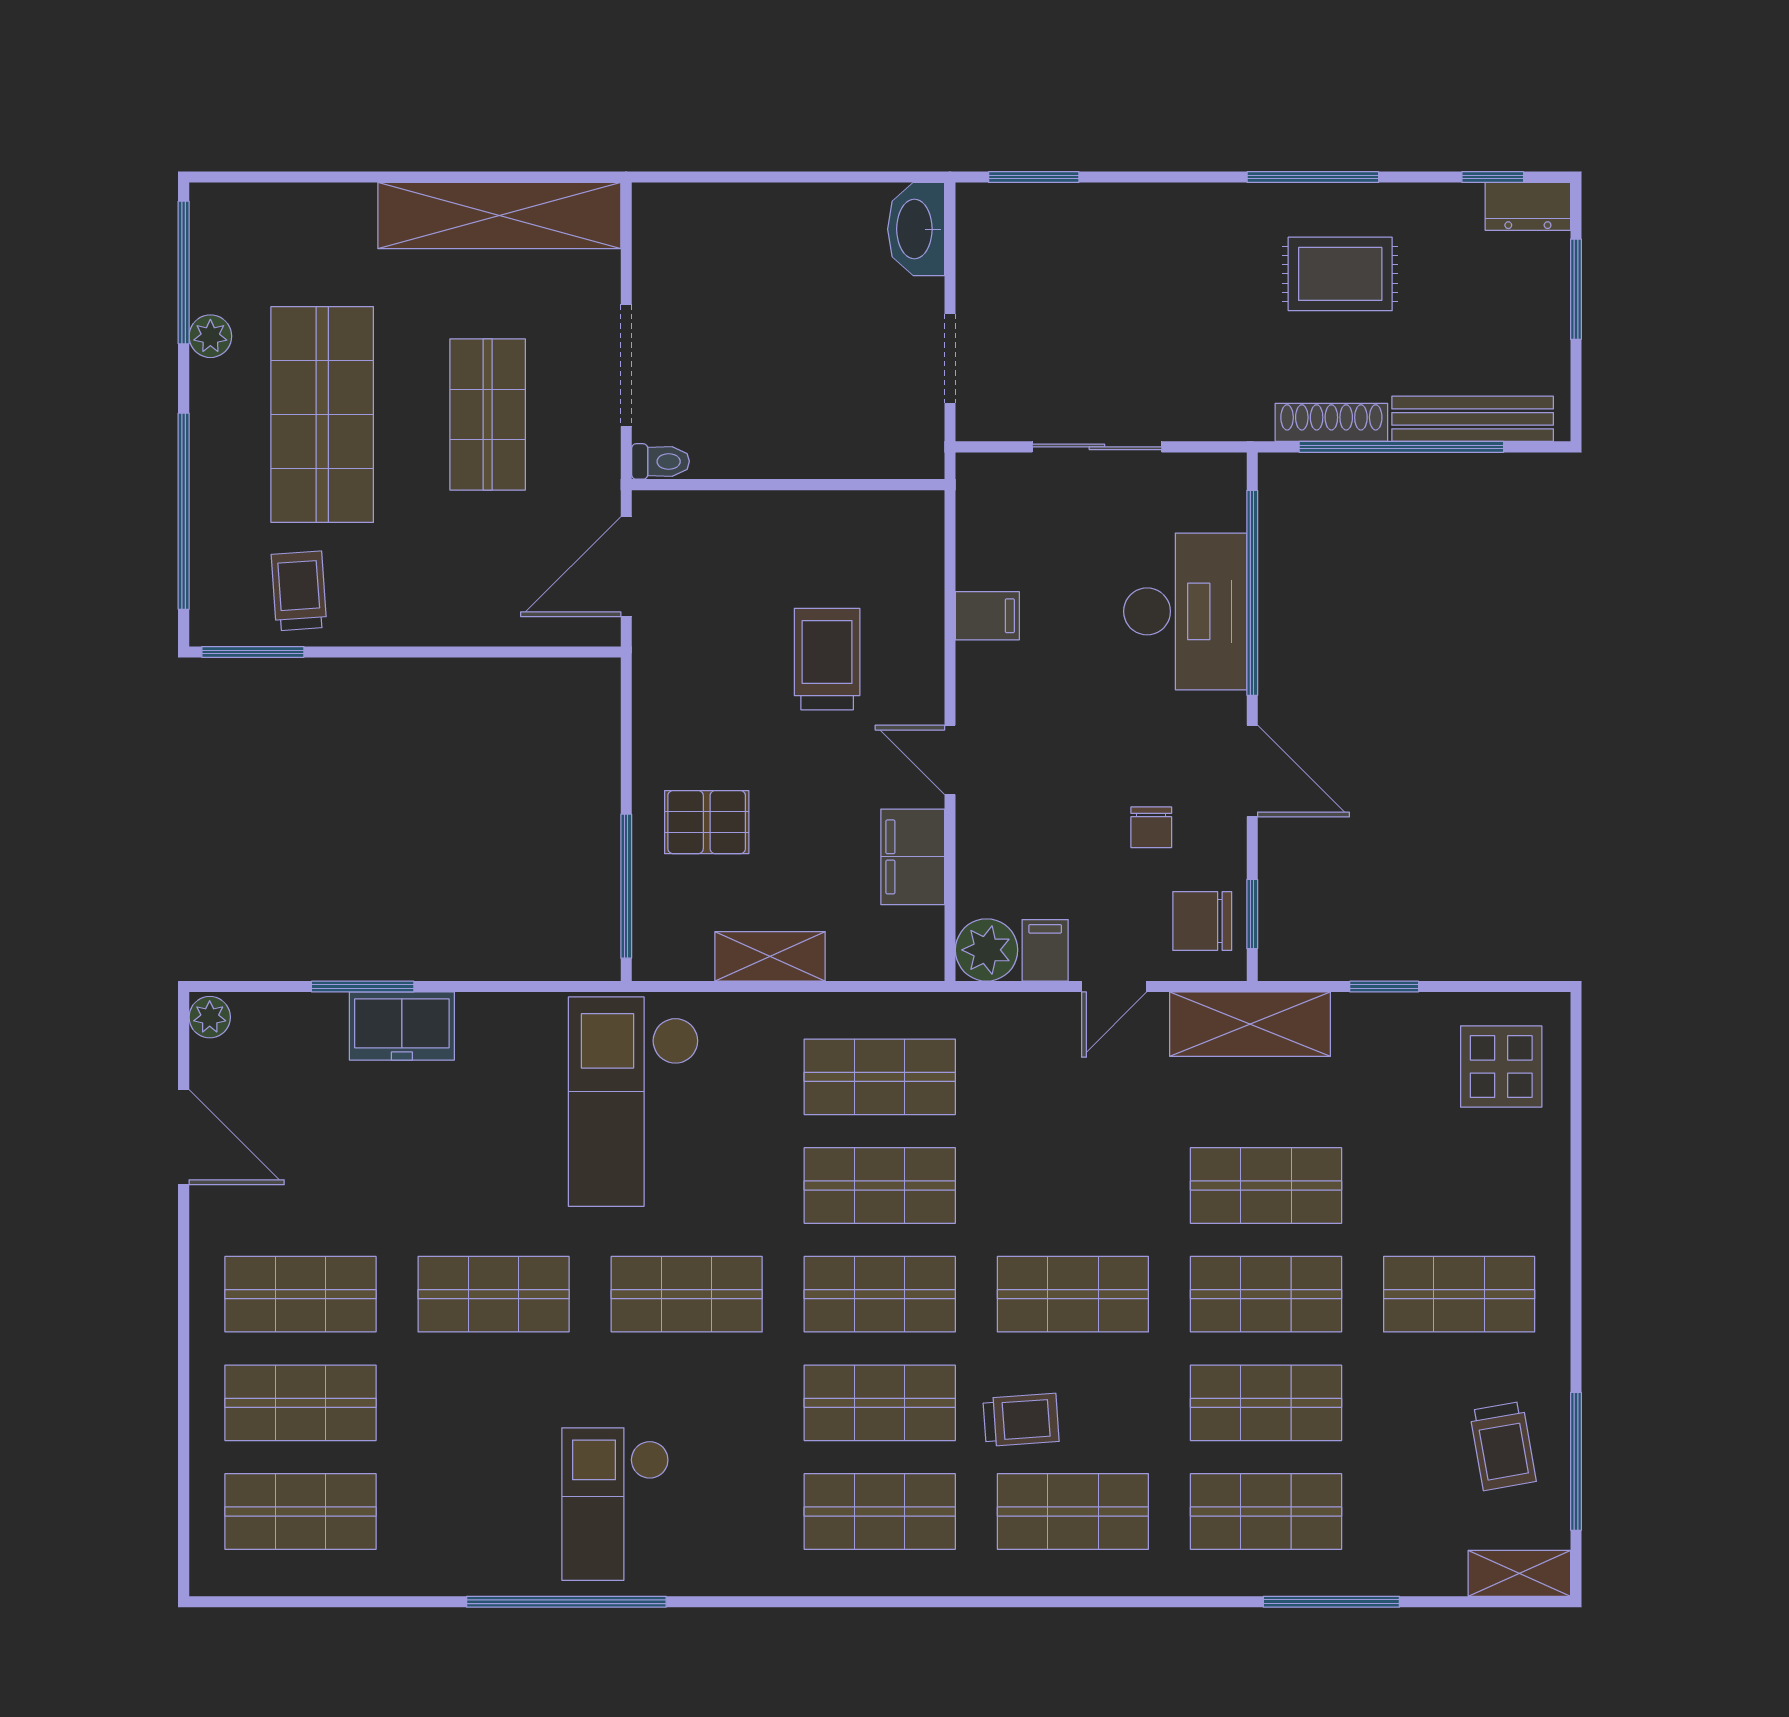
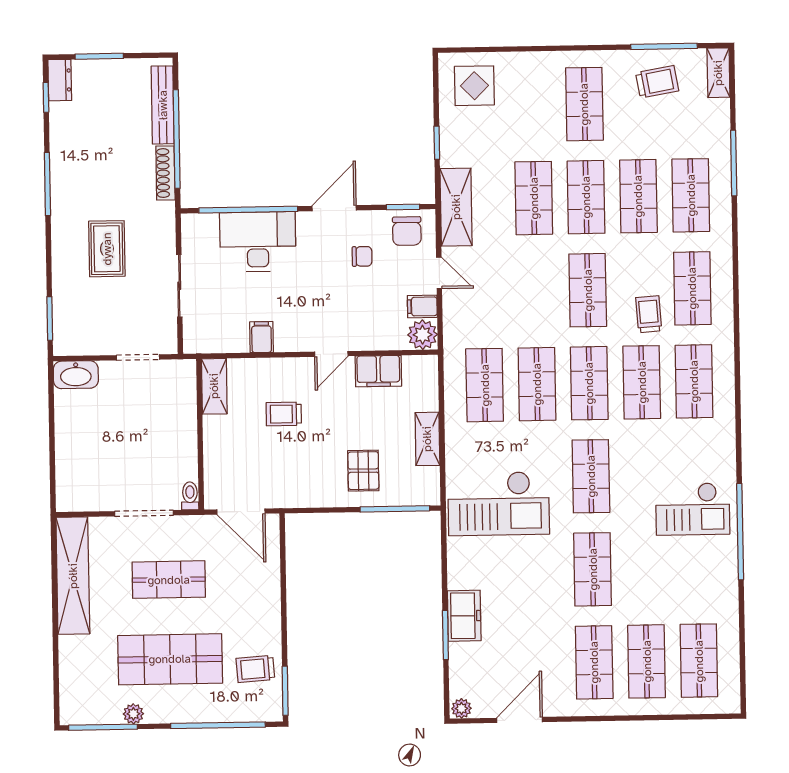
rug: (1340, 274) -> (107, 249), moved
shelving: (887, 516) -> (214, 386), added
trolley: (827, 659) -> (284, 414), width x0.73, depth x0.72

